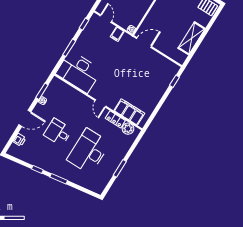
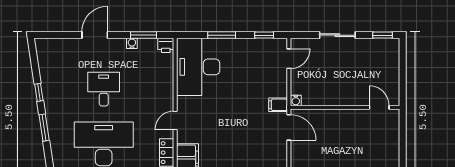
filing cabinet: (117, 34) -> (278, 105), moved
door: (25, 118) -> (95, 35), swing flipped
printer: (19, 140) -> (166, 45), moved

